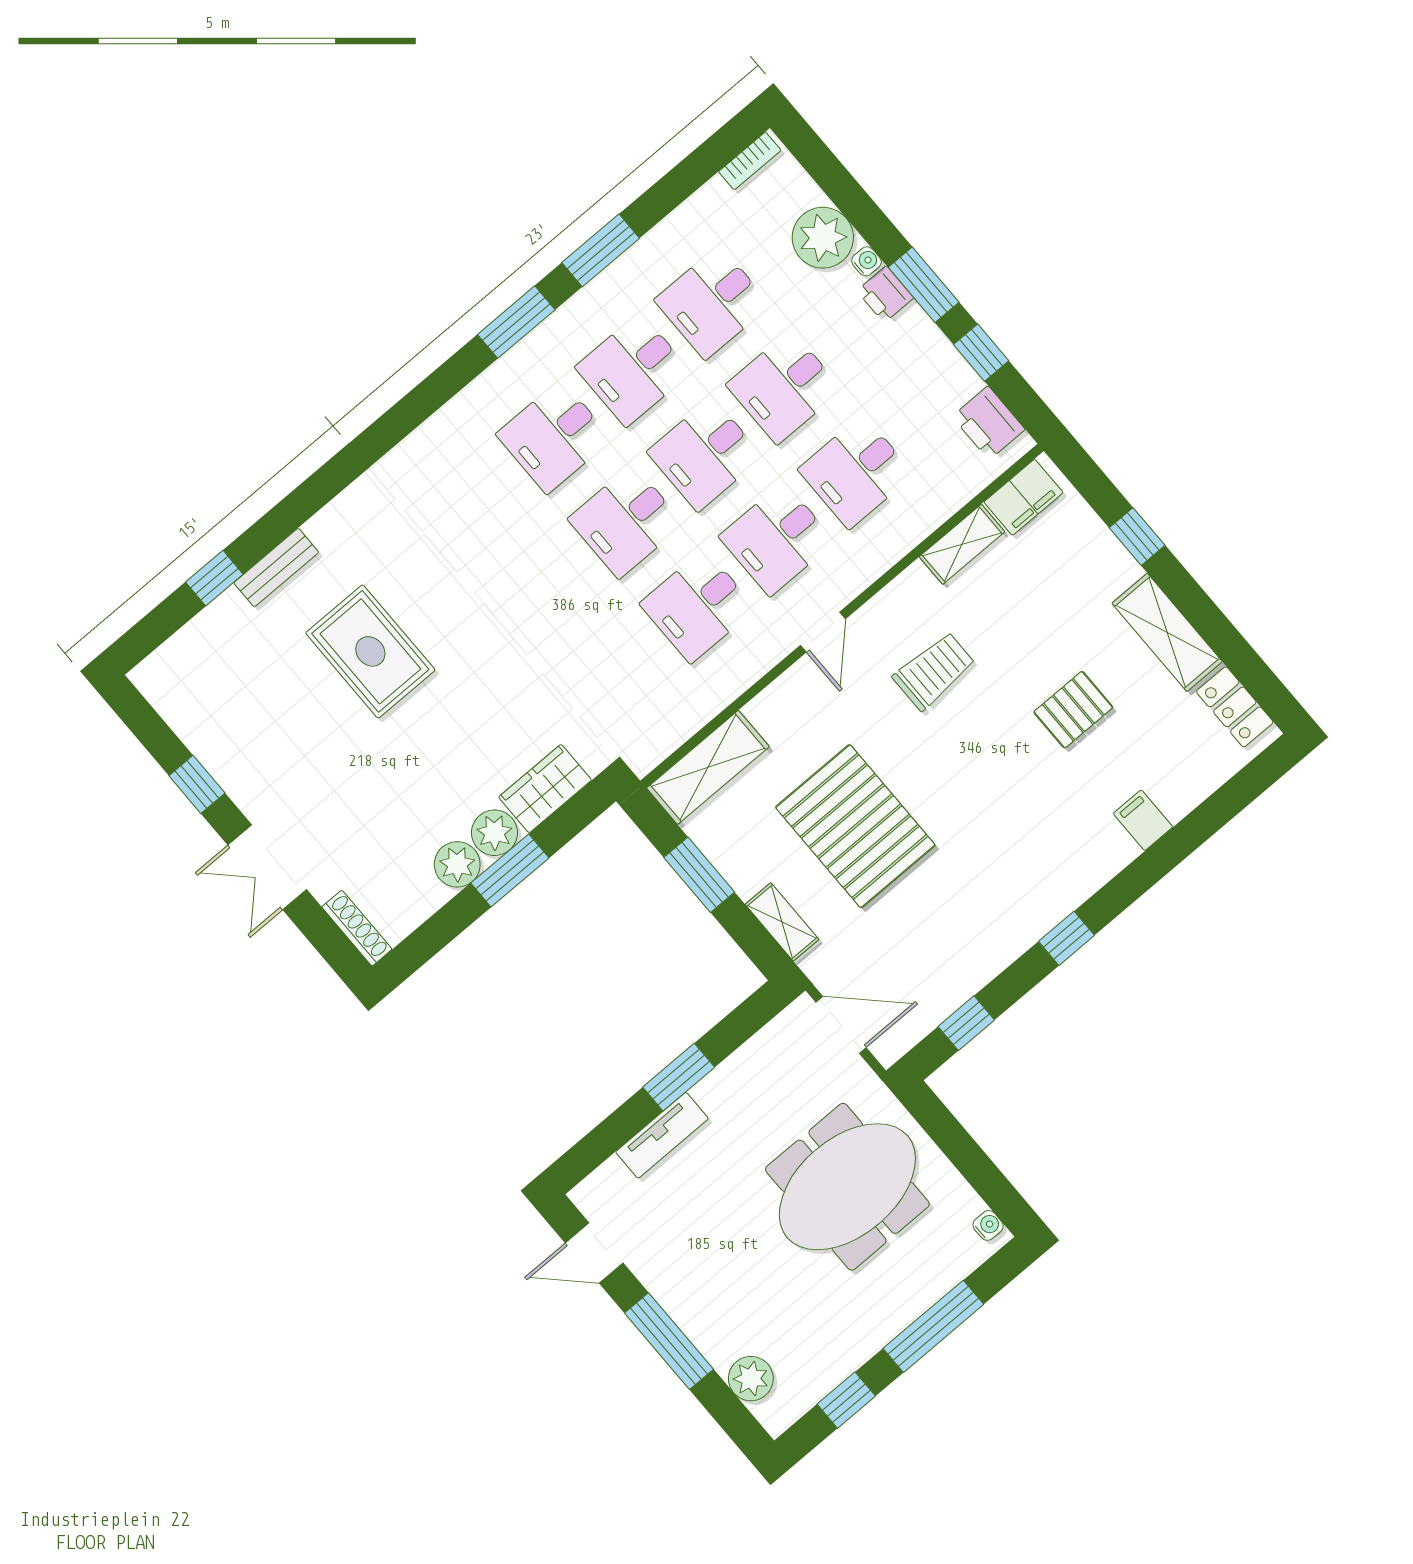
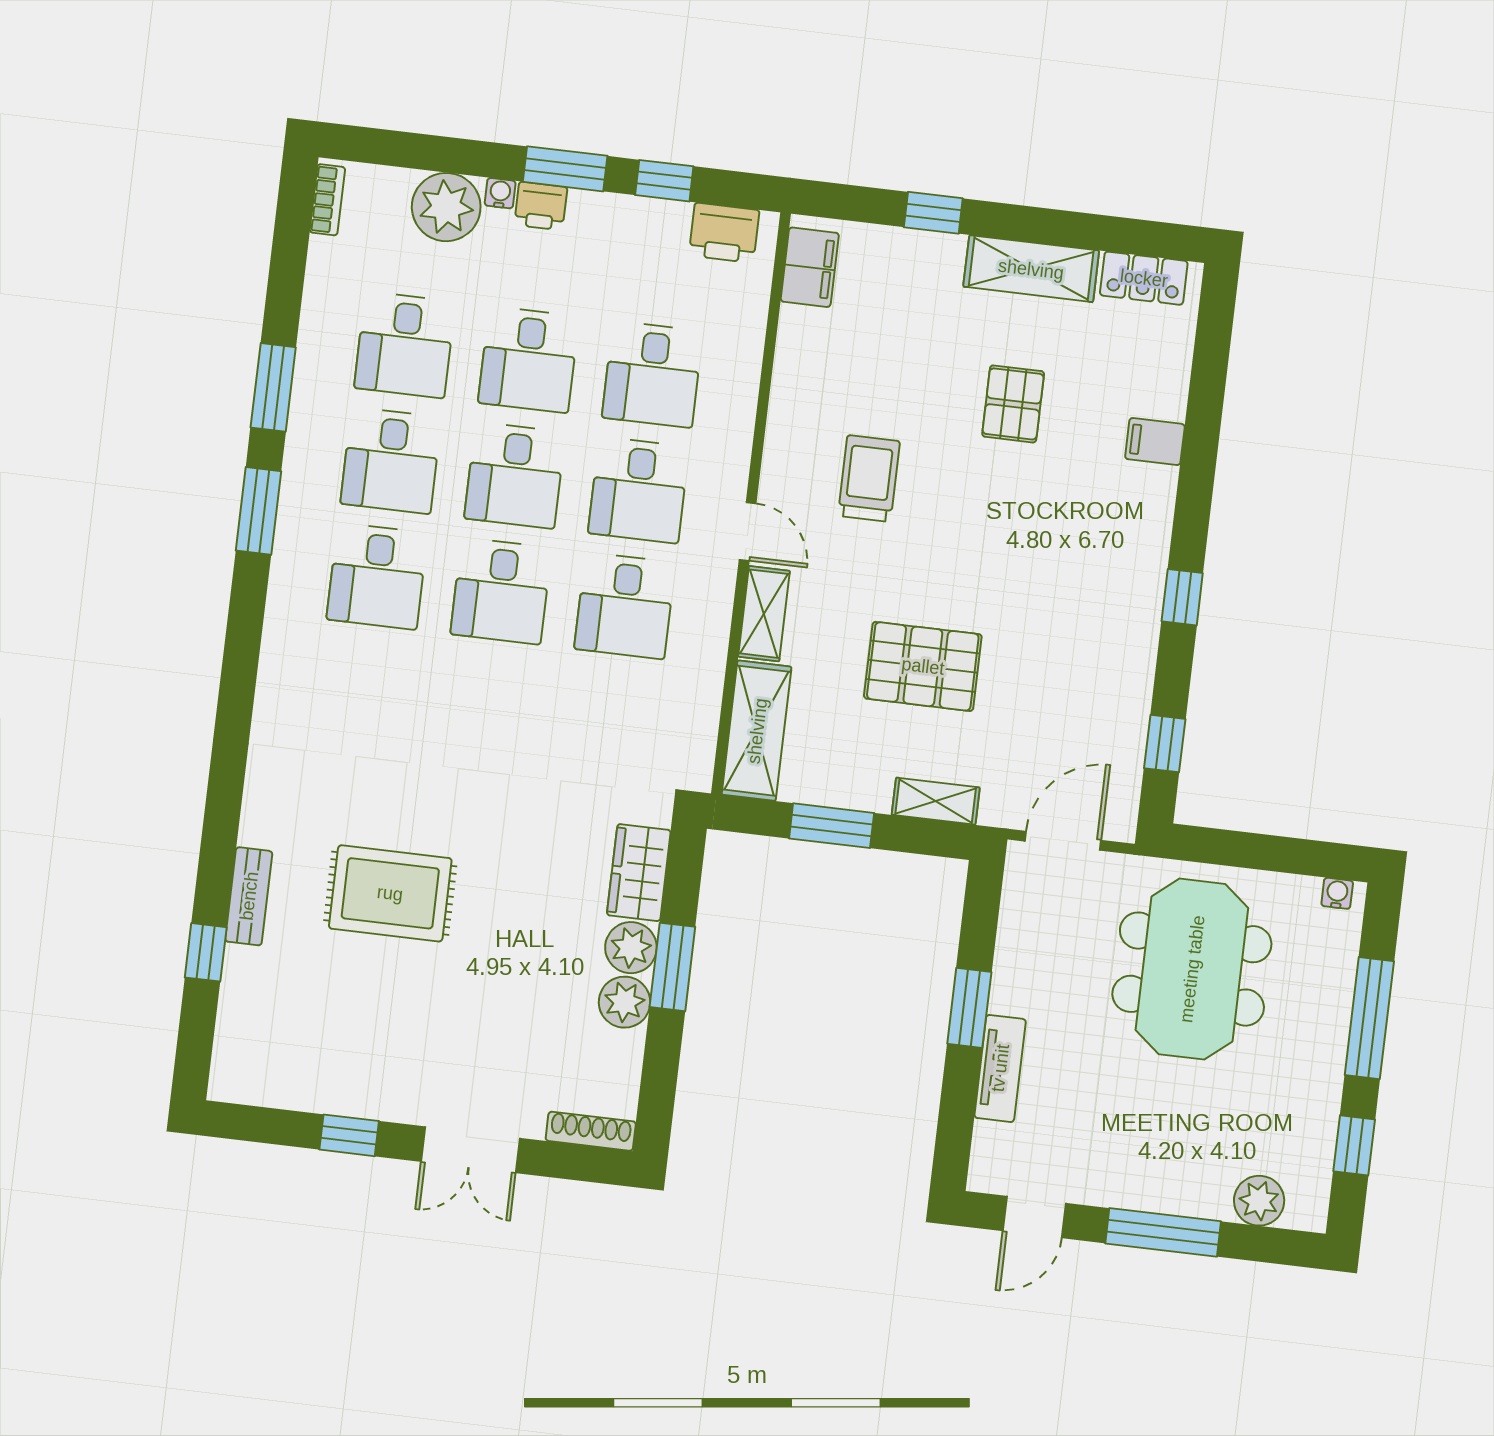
shelving: (962, 544) -> (764, 614), moved
pallet: (855, 826) -> (923, 666), width x0.73, depth x0.71

